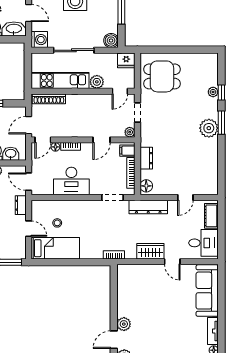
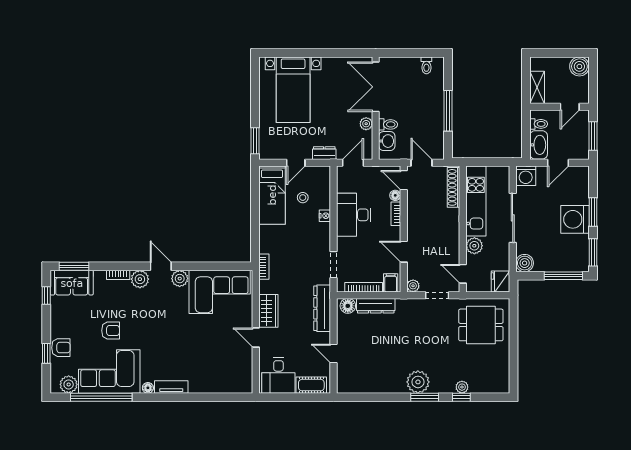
dining table: (162, 76) -> (481, 325), turned 90
dresser: (146, 158) -> (376, 306), width x1.44
nightstand: (72, 205) -> (325, 216), added
door: (172, 262) -> (256, 337), hinge flipped
corner sofa: (135, 291) -> (220, 292), added
sofa: (207, 291) -> (220, 380), removed

